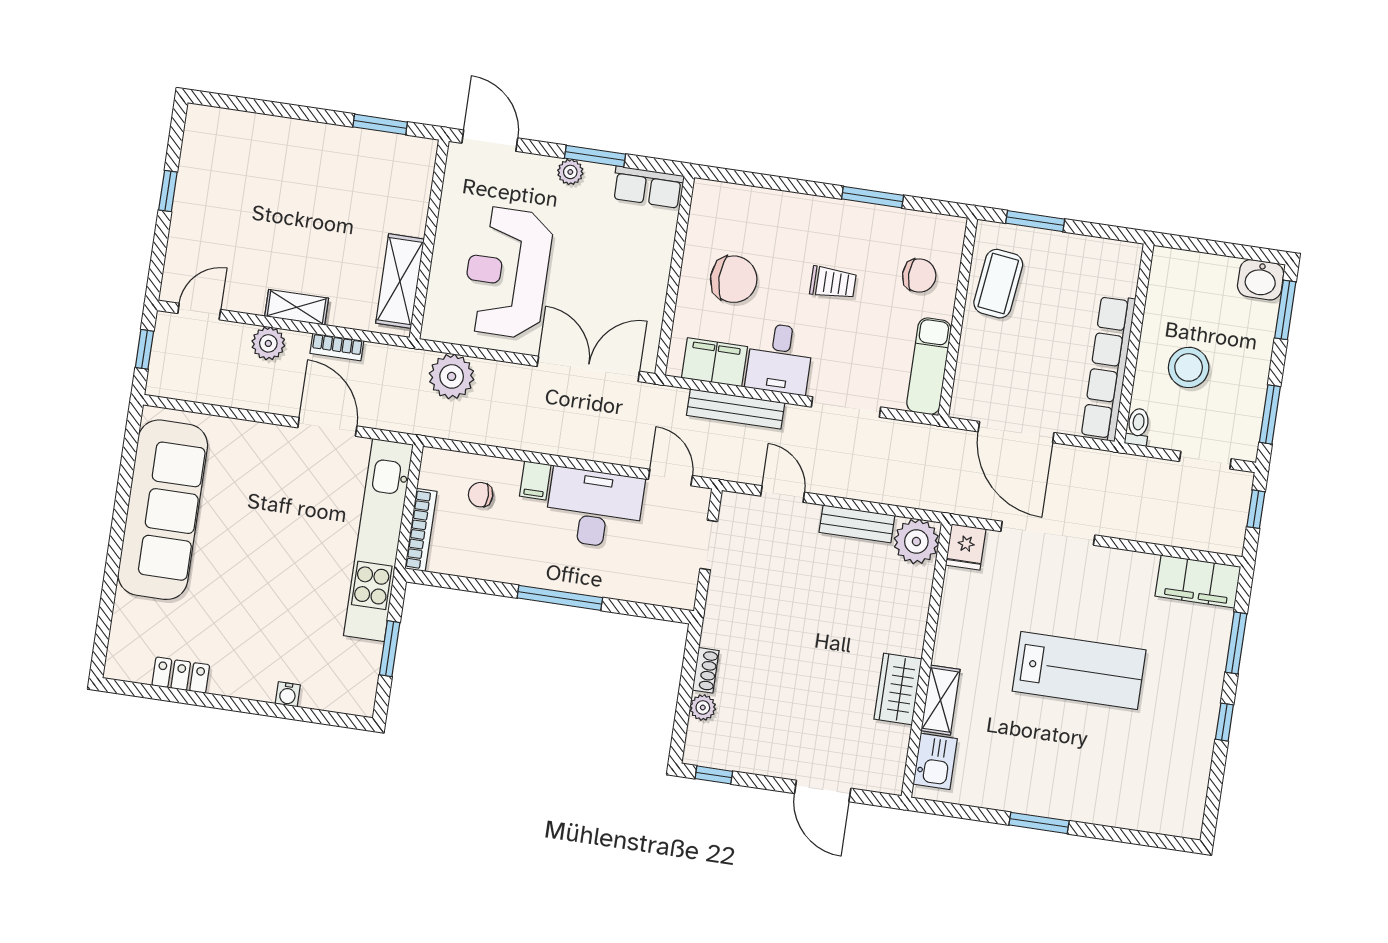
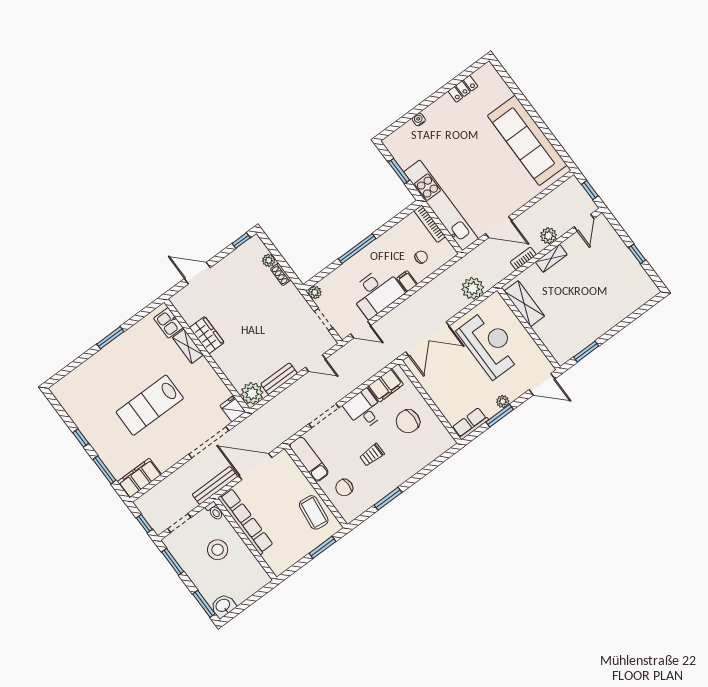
bench: (736, 409) -> (215, 485), moved
plant: (683, 596) -> (315, 292), added

